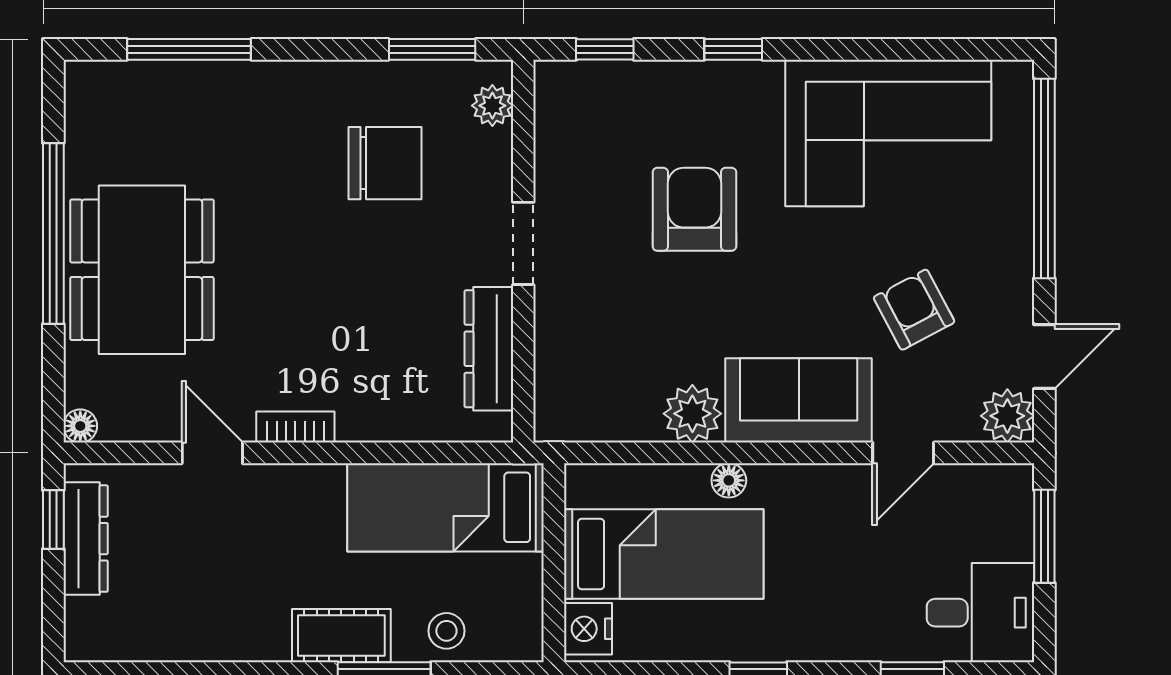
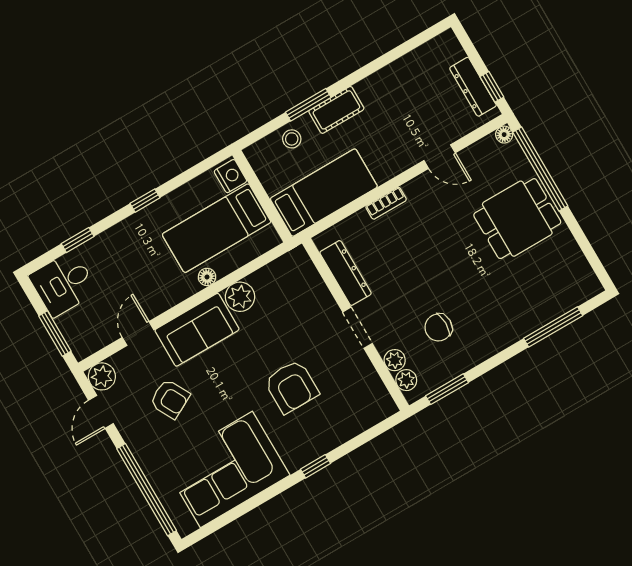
window: (605, 49) -> (372, 433), removed
plant: (492, 151) -> (395, 360), added
chair: (385, 163) -> (438, 327), width x0.73, depth x0.73
window: (53, 233) -> (540, 169), moved
dining table: (142, 270) -> (517, 219), width x0.73
bookcase: (295, 427) -> (386, 203), moved

